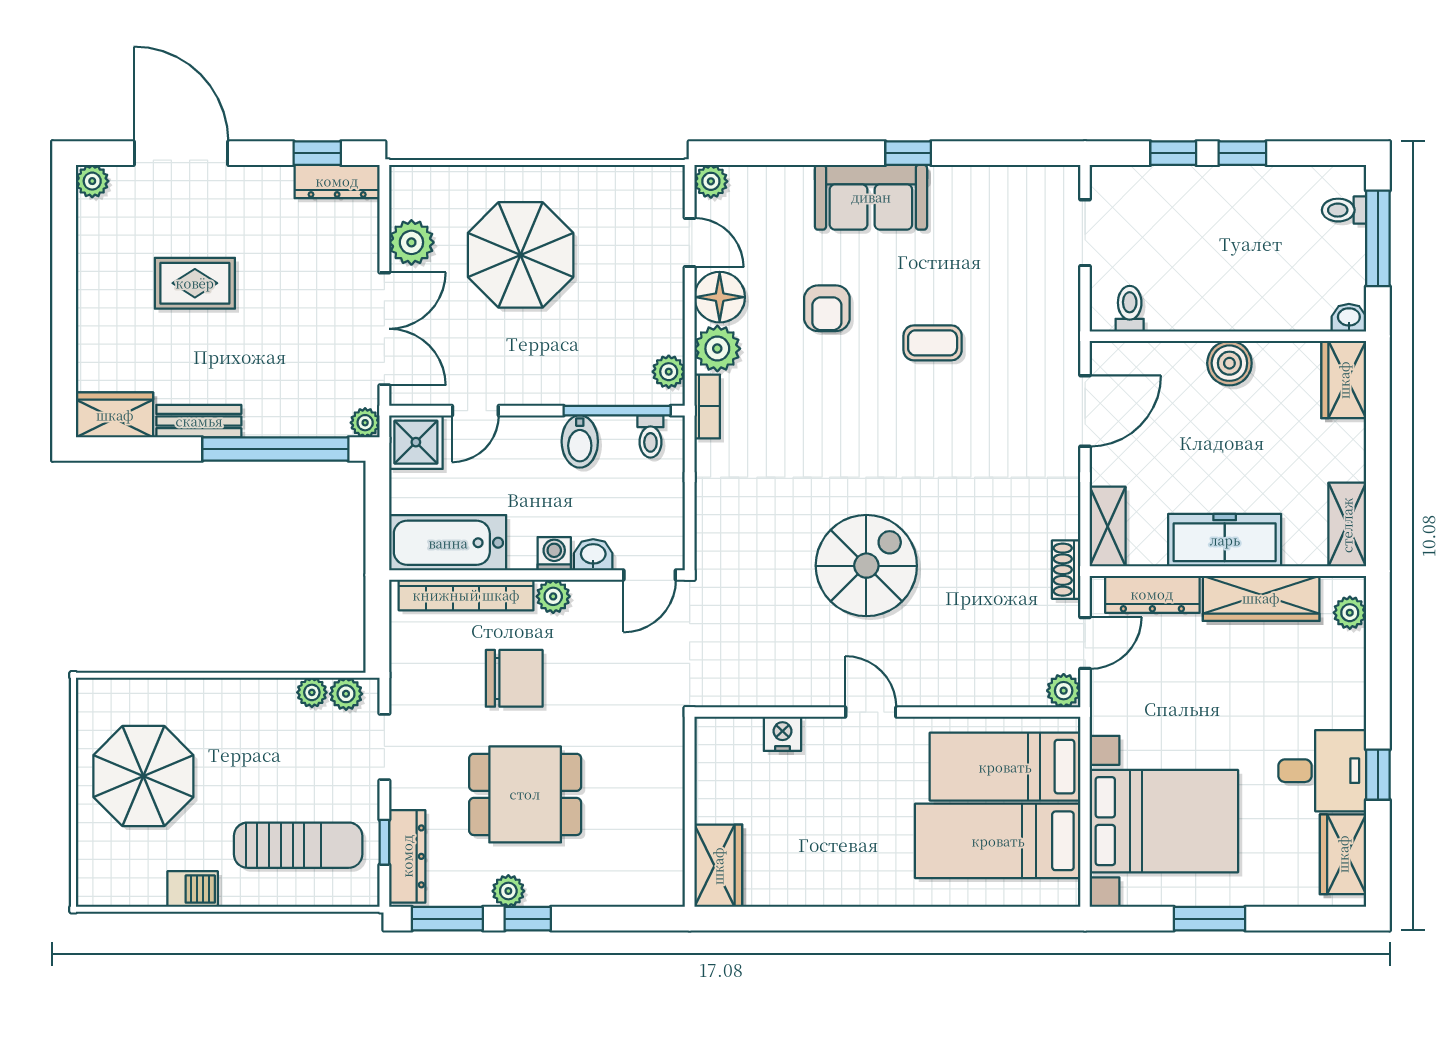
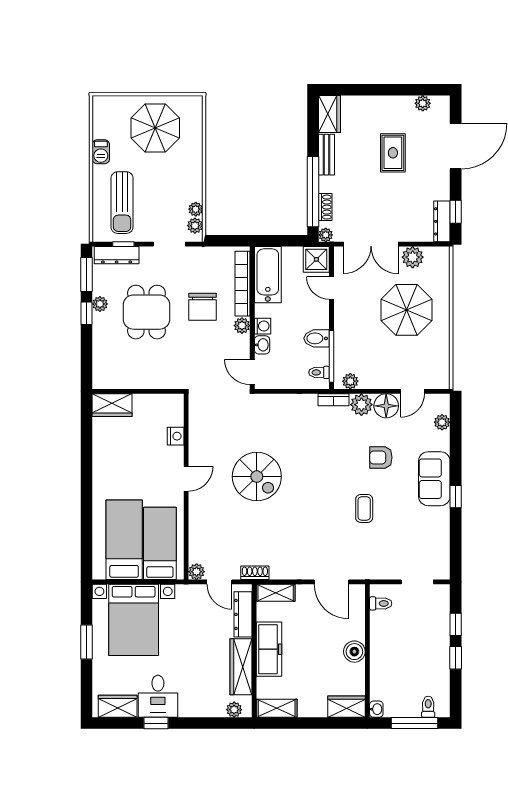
plant: (92, 181) -> (423, 103), moved
plant: (711, 181) -> (442, 422), moved
shoe rack: (307, 424) -> (325, 207), added

